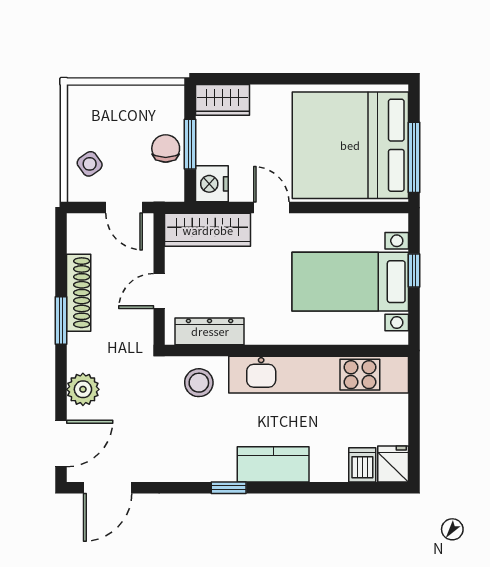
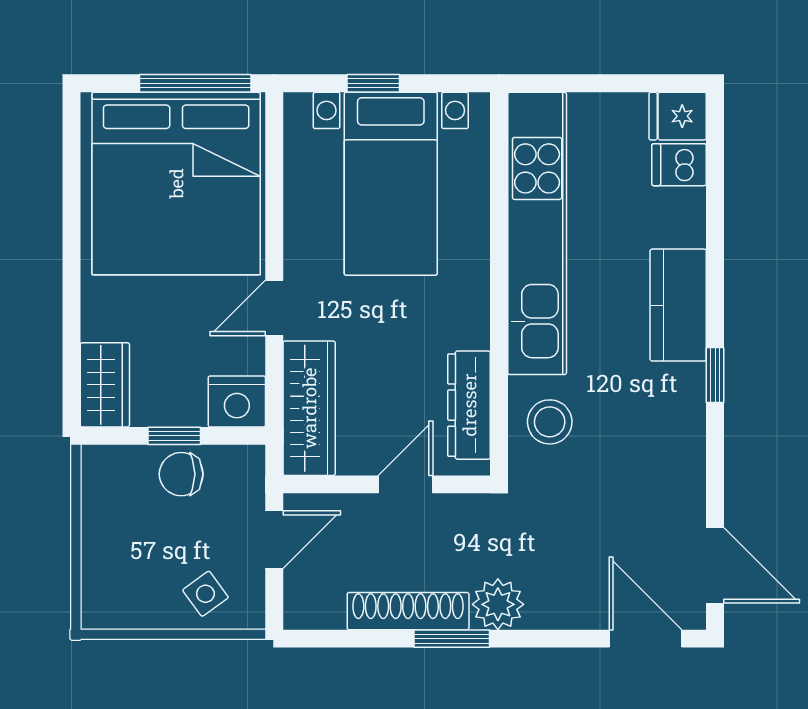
window: (190, 144) -> (174, 436), width x0.67
door: (159, 291) -> (405, 484), swing flipped
plant: (83, 389) -> (498, 604), moved

